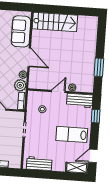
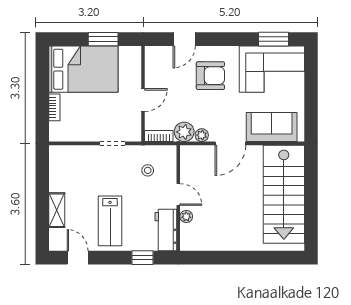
stairs: (55, 22) -> (284, 194), width x1.36, depth x1.51
window: (99, 67) -> (222, 258), removed
lab bench: (72, 134) -> (110, 221), turned 180
workbench: (39, 164) -> (59, 171), removed
shelving: (77, 168) -> (57, 210), moved

